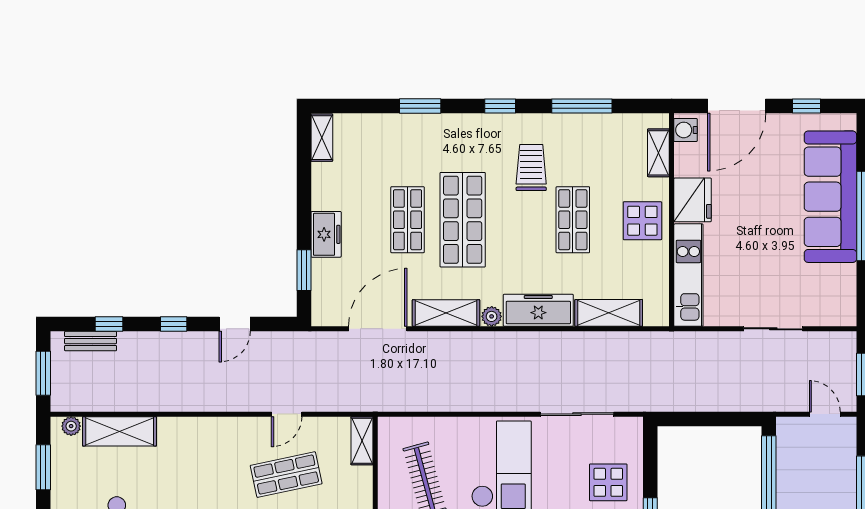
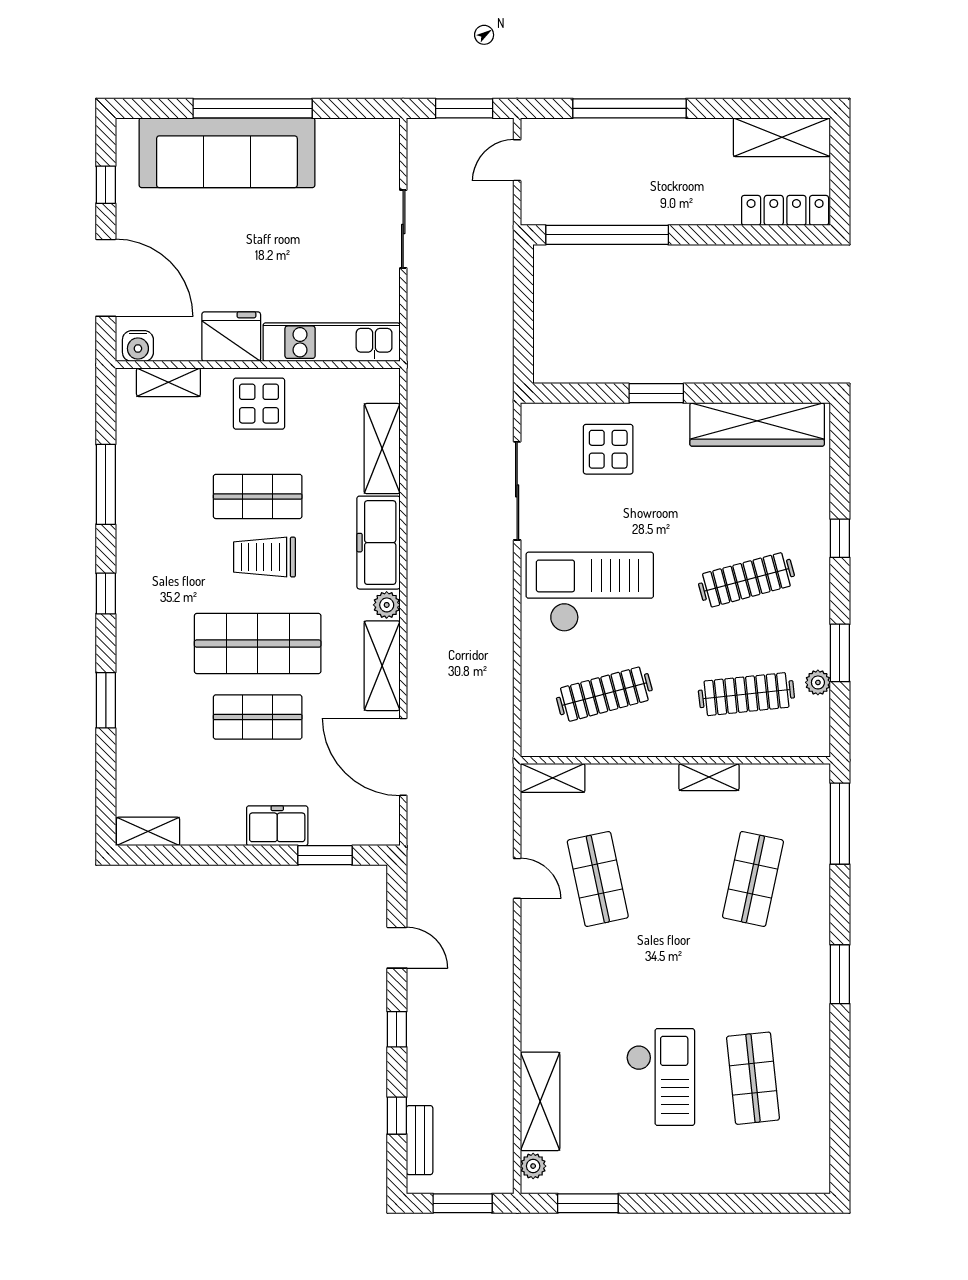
trolley: (531, 168) -> (264, 557), moved

